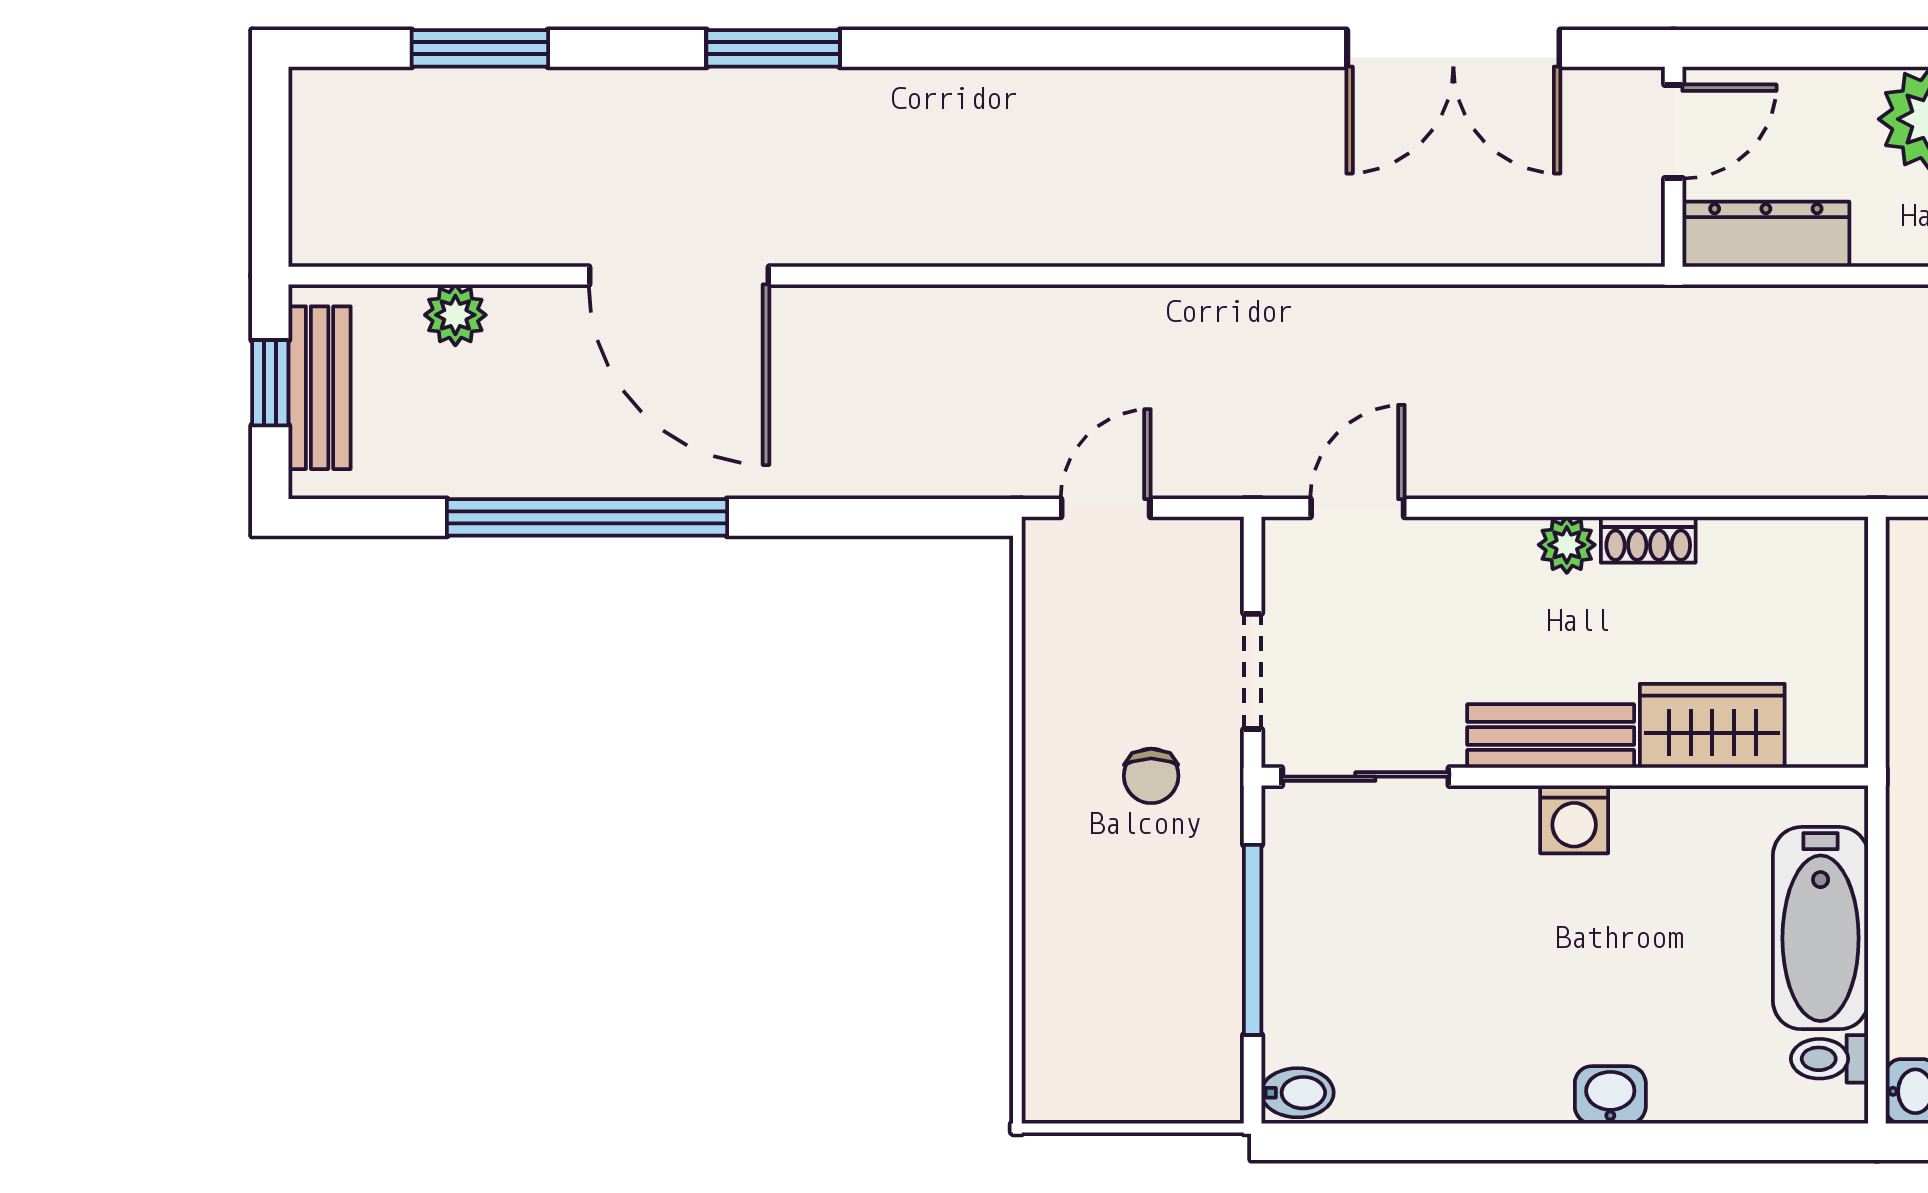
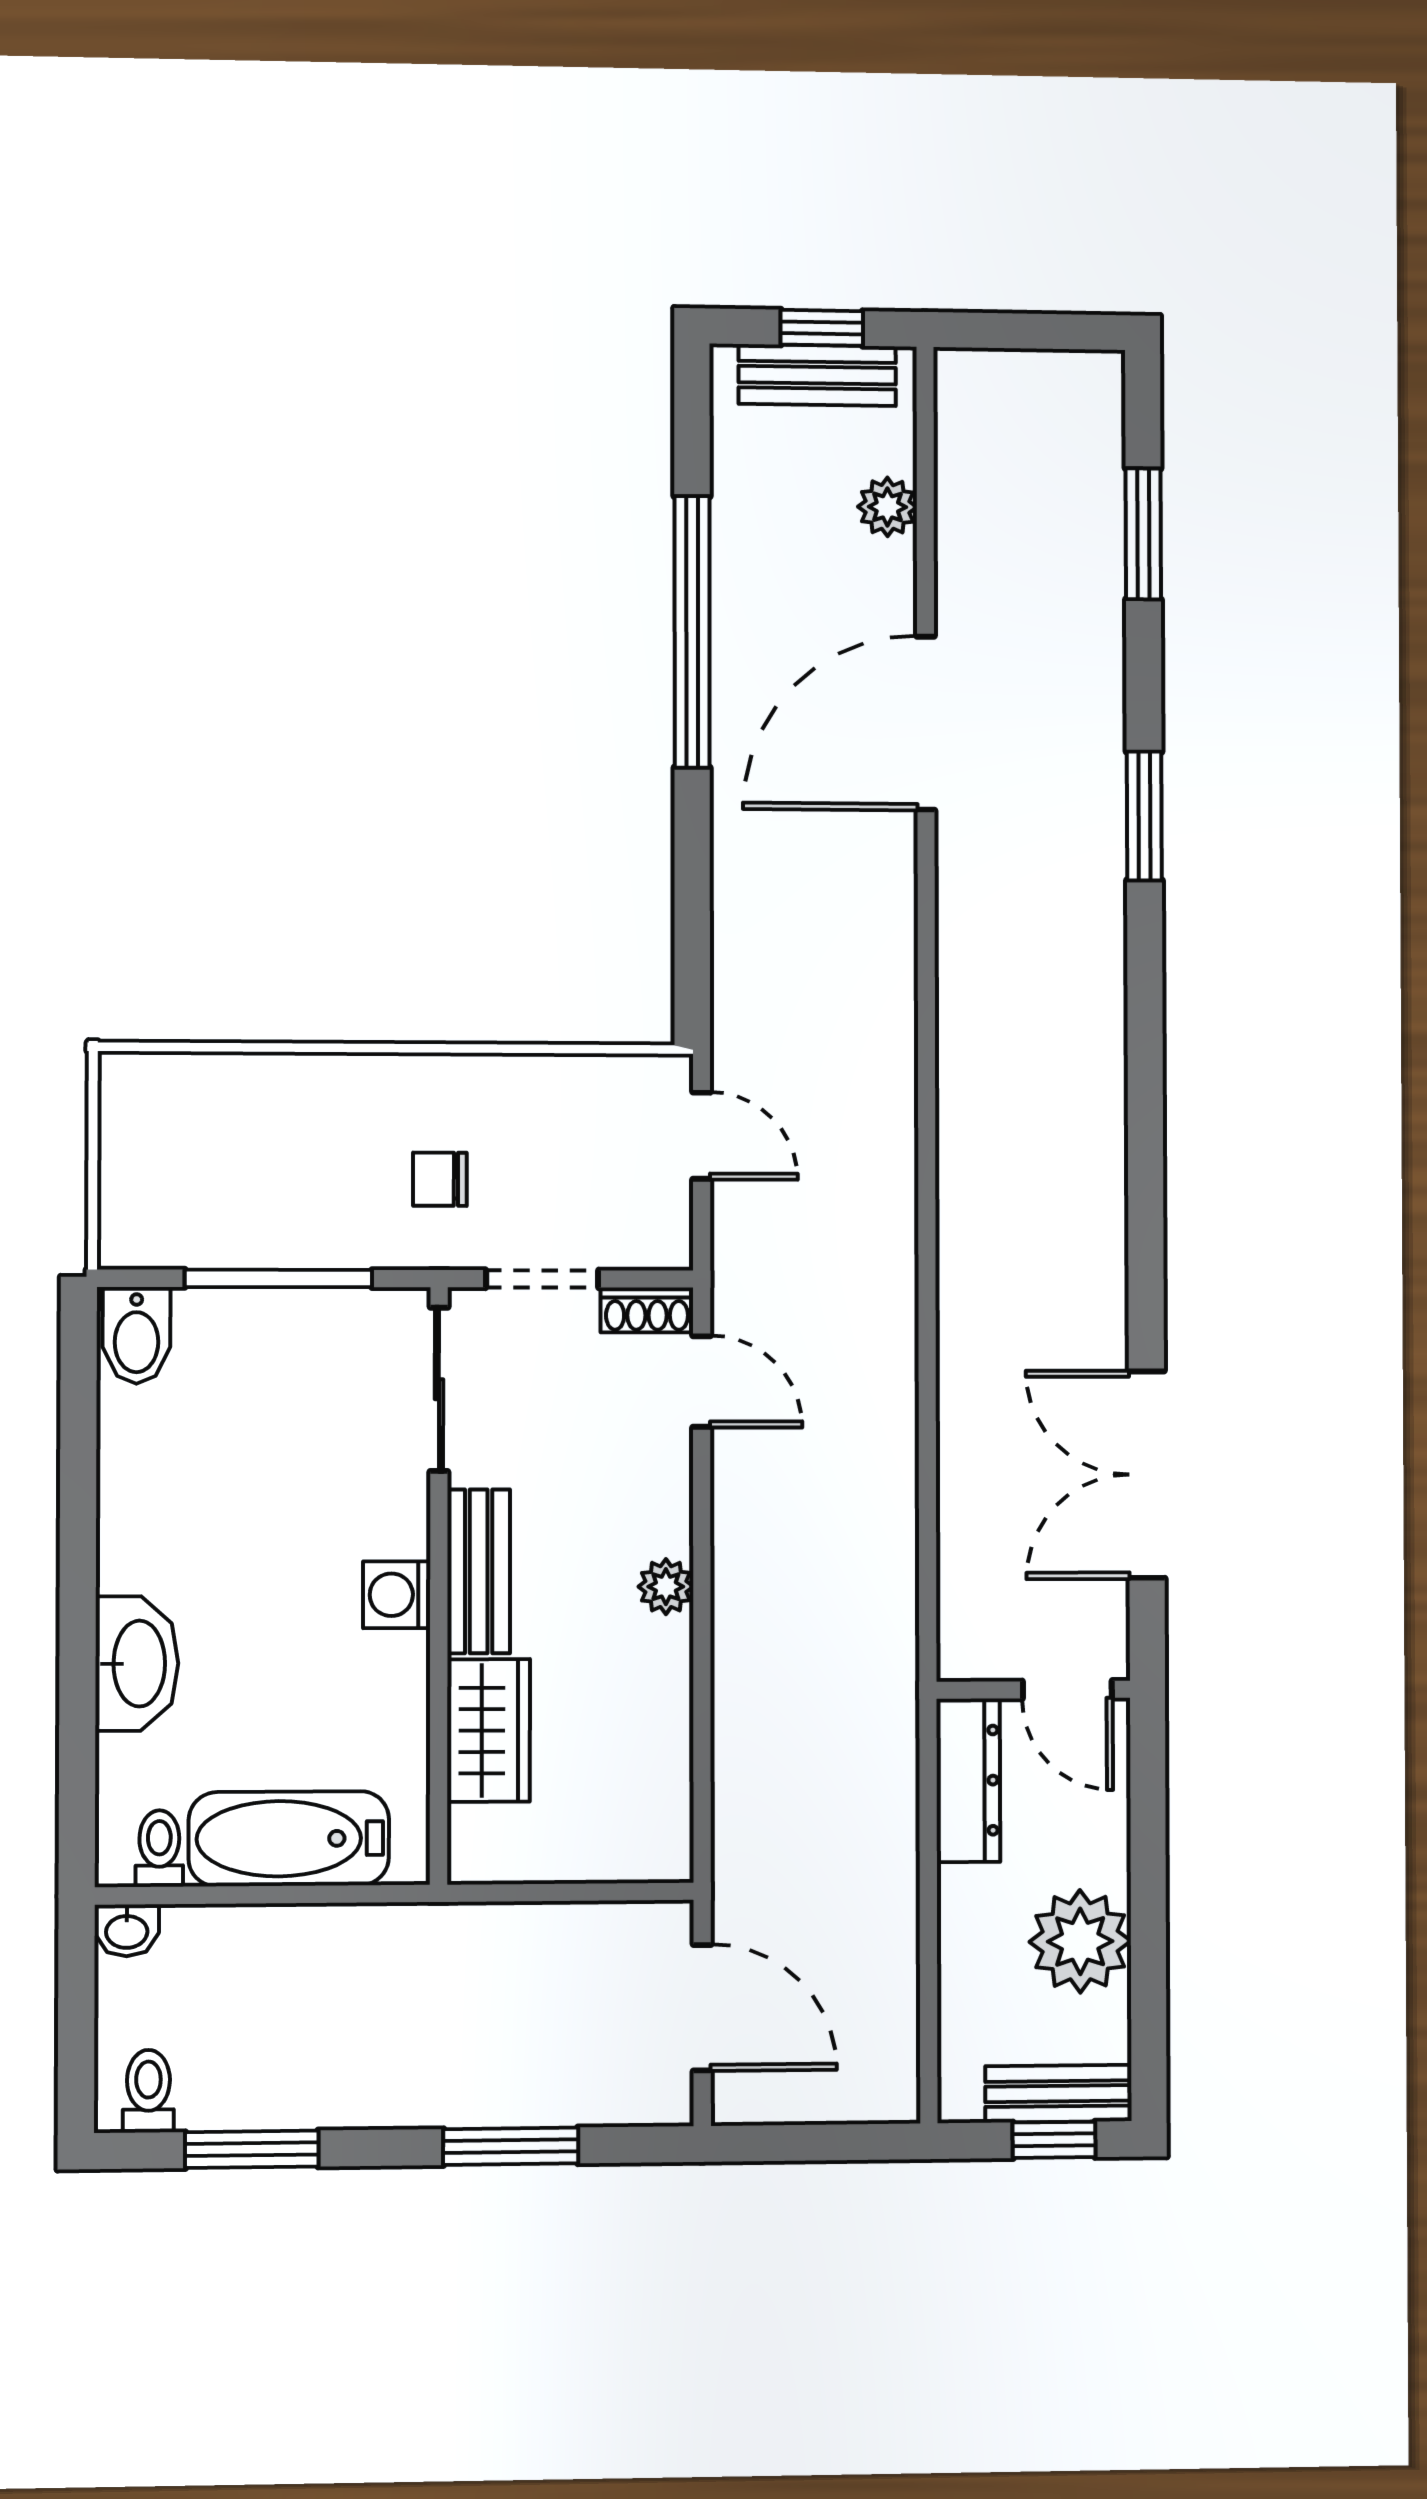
shoe rack: (1648, 540) -> (647, 1310), moved, turned -90
bidet: (1298, 1093) -> (137, 1335), width x1.38, depth x1.36
washbasin: (1610, 1095) -> (137, 1664), width x1.91, depth x1.45

